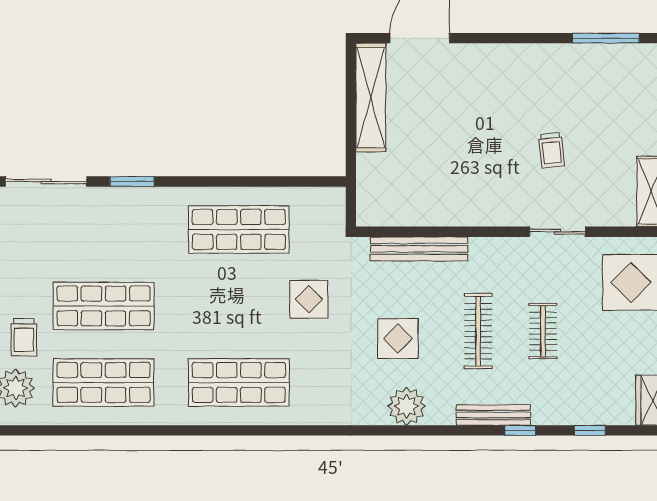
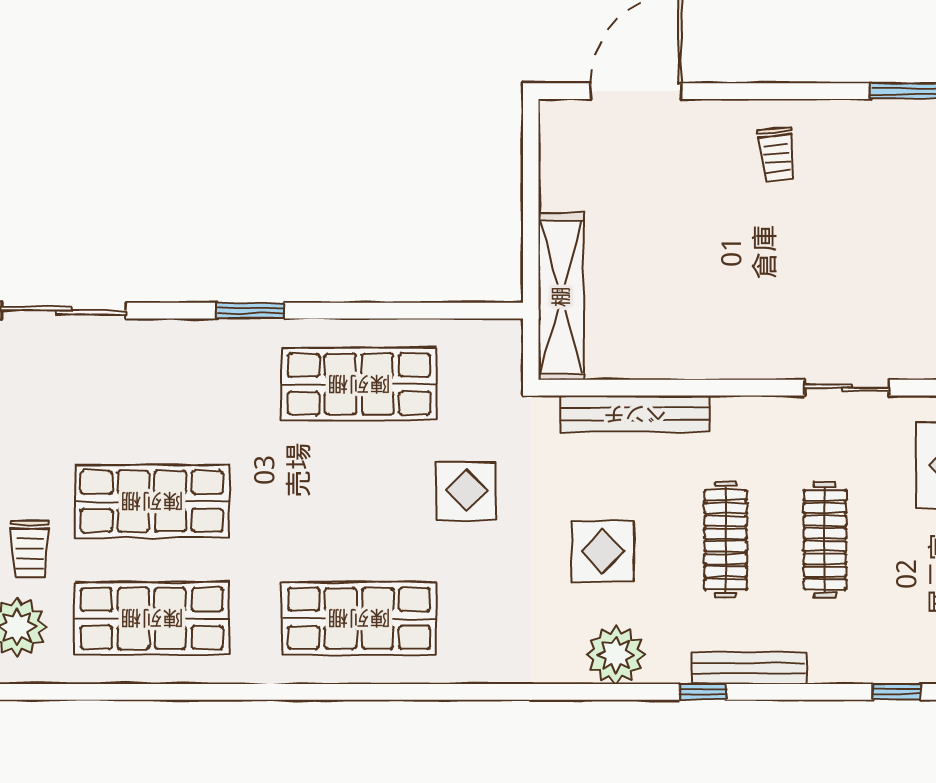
shelving: (371, 98) -> (561, 297), moved
trolley: (551, 150) -> (777, 154), moved
window: (132, 181) -> (251, 311), moved
clothes rail: (543, 331) -> (825, 540), width x1.36
window: (520, 430) -> (703, 692), moved

